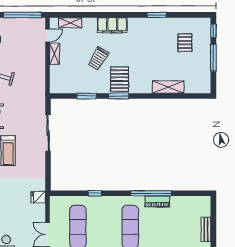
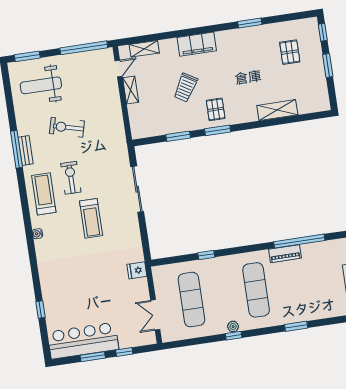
window: (213, 58) -> (328, 65), width x0.69
pallet: (119, 79) -> (216, 109), width x0.67, depth x0.71
window: (151, 193) -> (299, 241), moved

